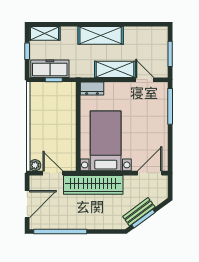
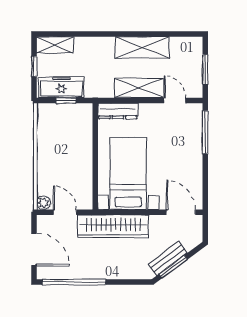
shelving: (101, 35) -> (142, 47), moved
dresser: (92, 88) -> (118, 111), width x1.44
door: (150, 173) -> (181, 212), hinge flipped
door: (27, 204) -> (34, 249), hinge flipped

